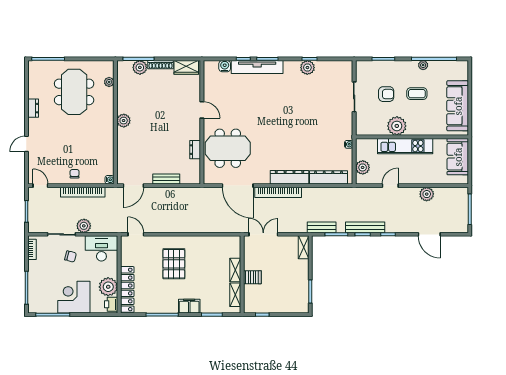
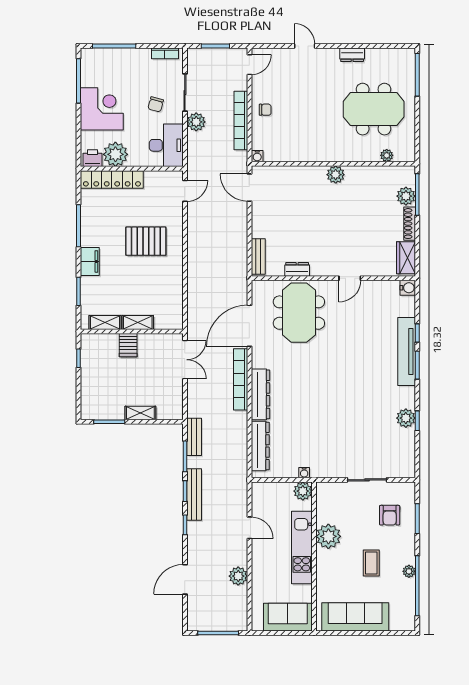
water cooler: (225, 66) -> (408, 288), moved
armchair: (386, 94) -> (390, 515), moved
plant: (363, 167) -> (303, 491), moved
bench: (166, 179) -> (258, 256), moved
shelving: (304, 247) -> (140, 413), moved

